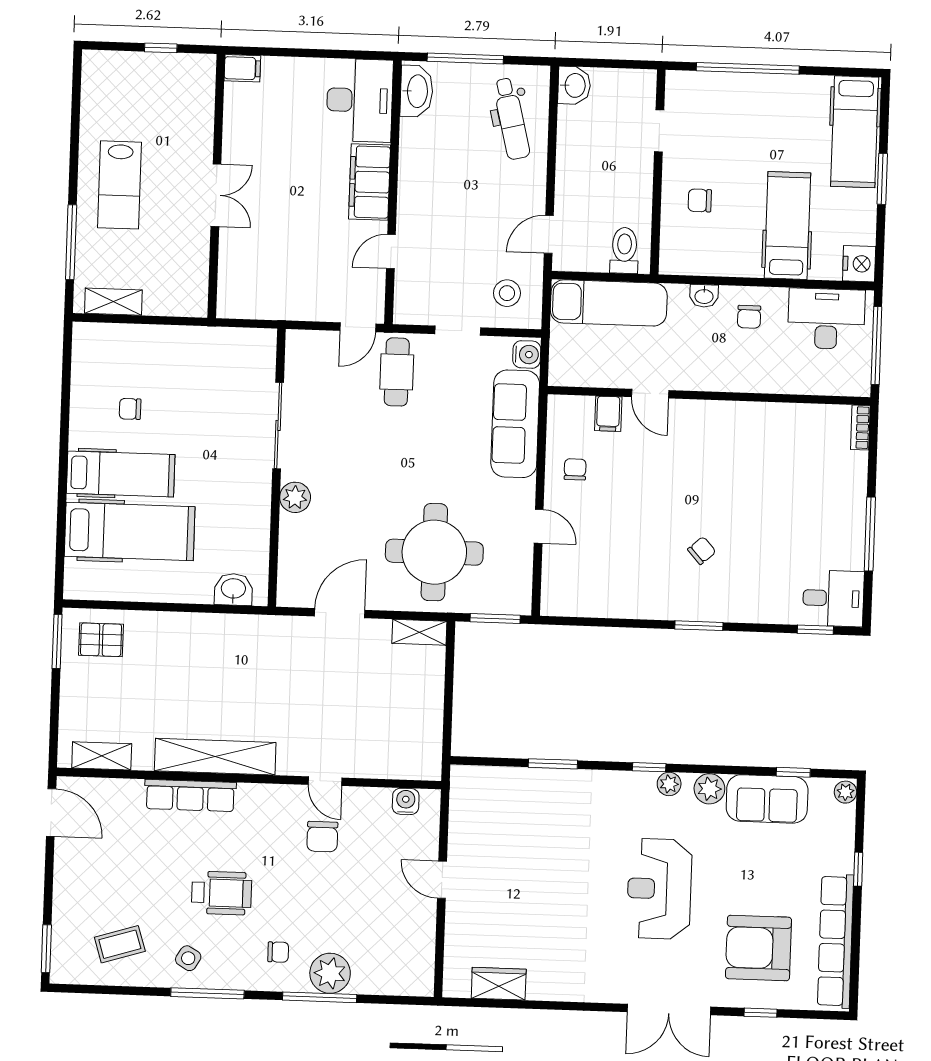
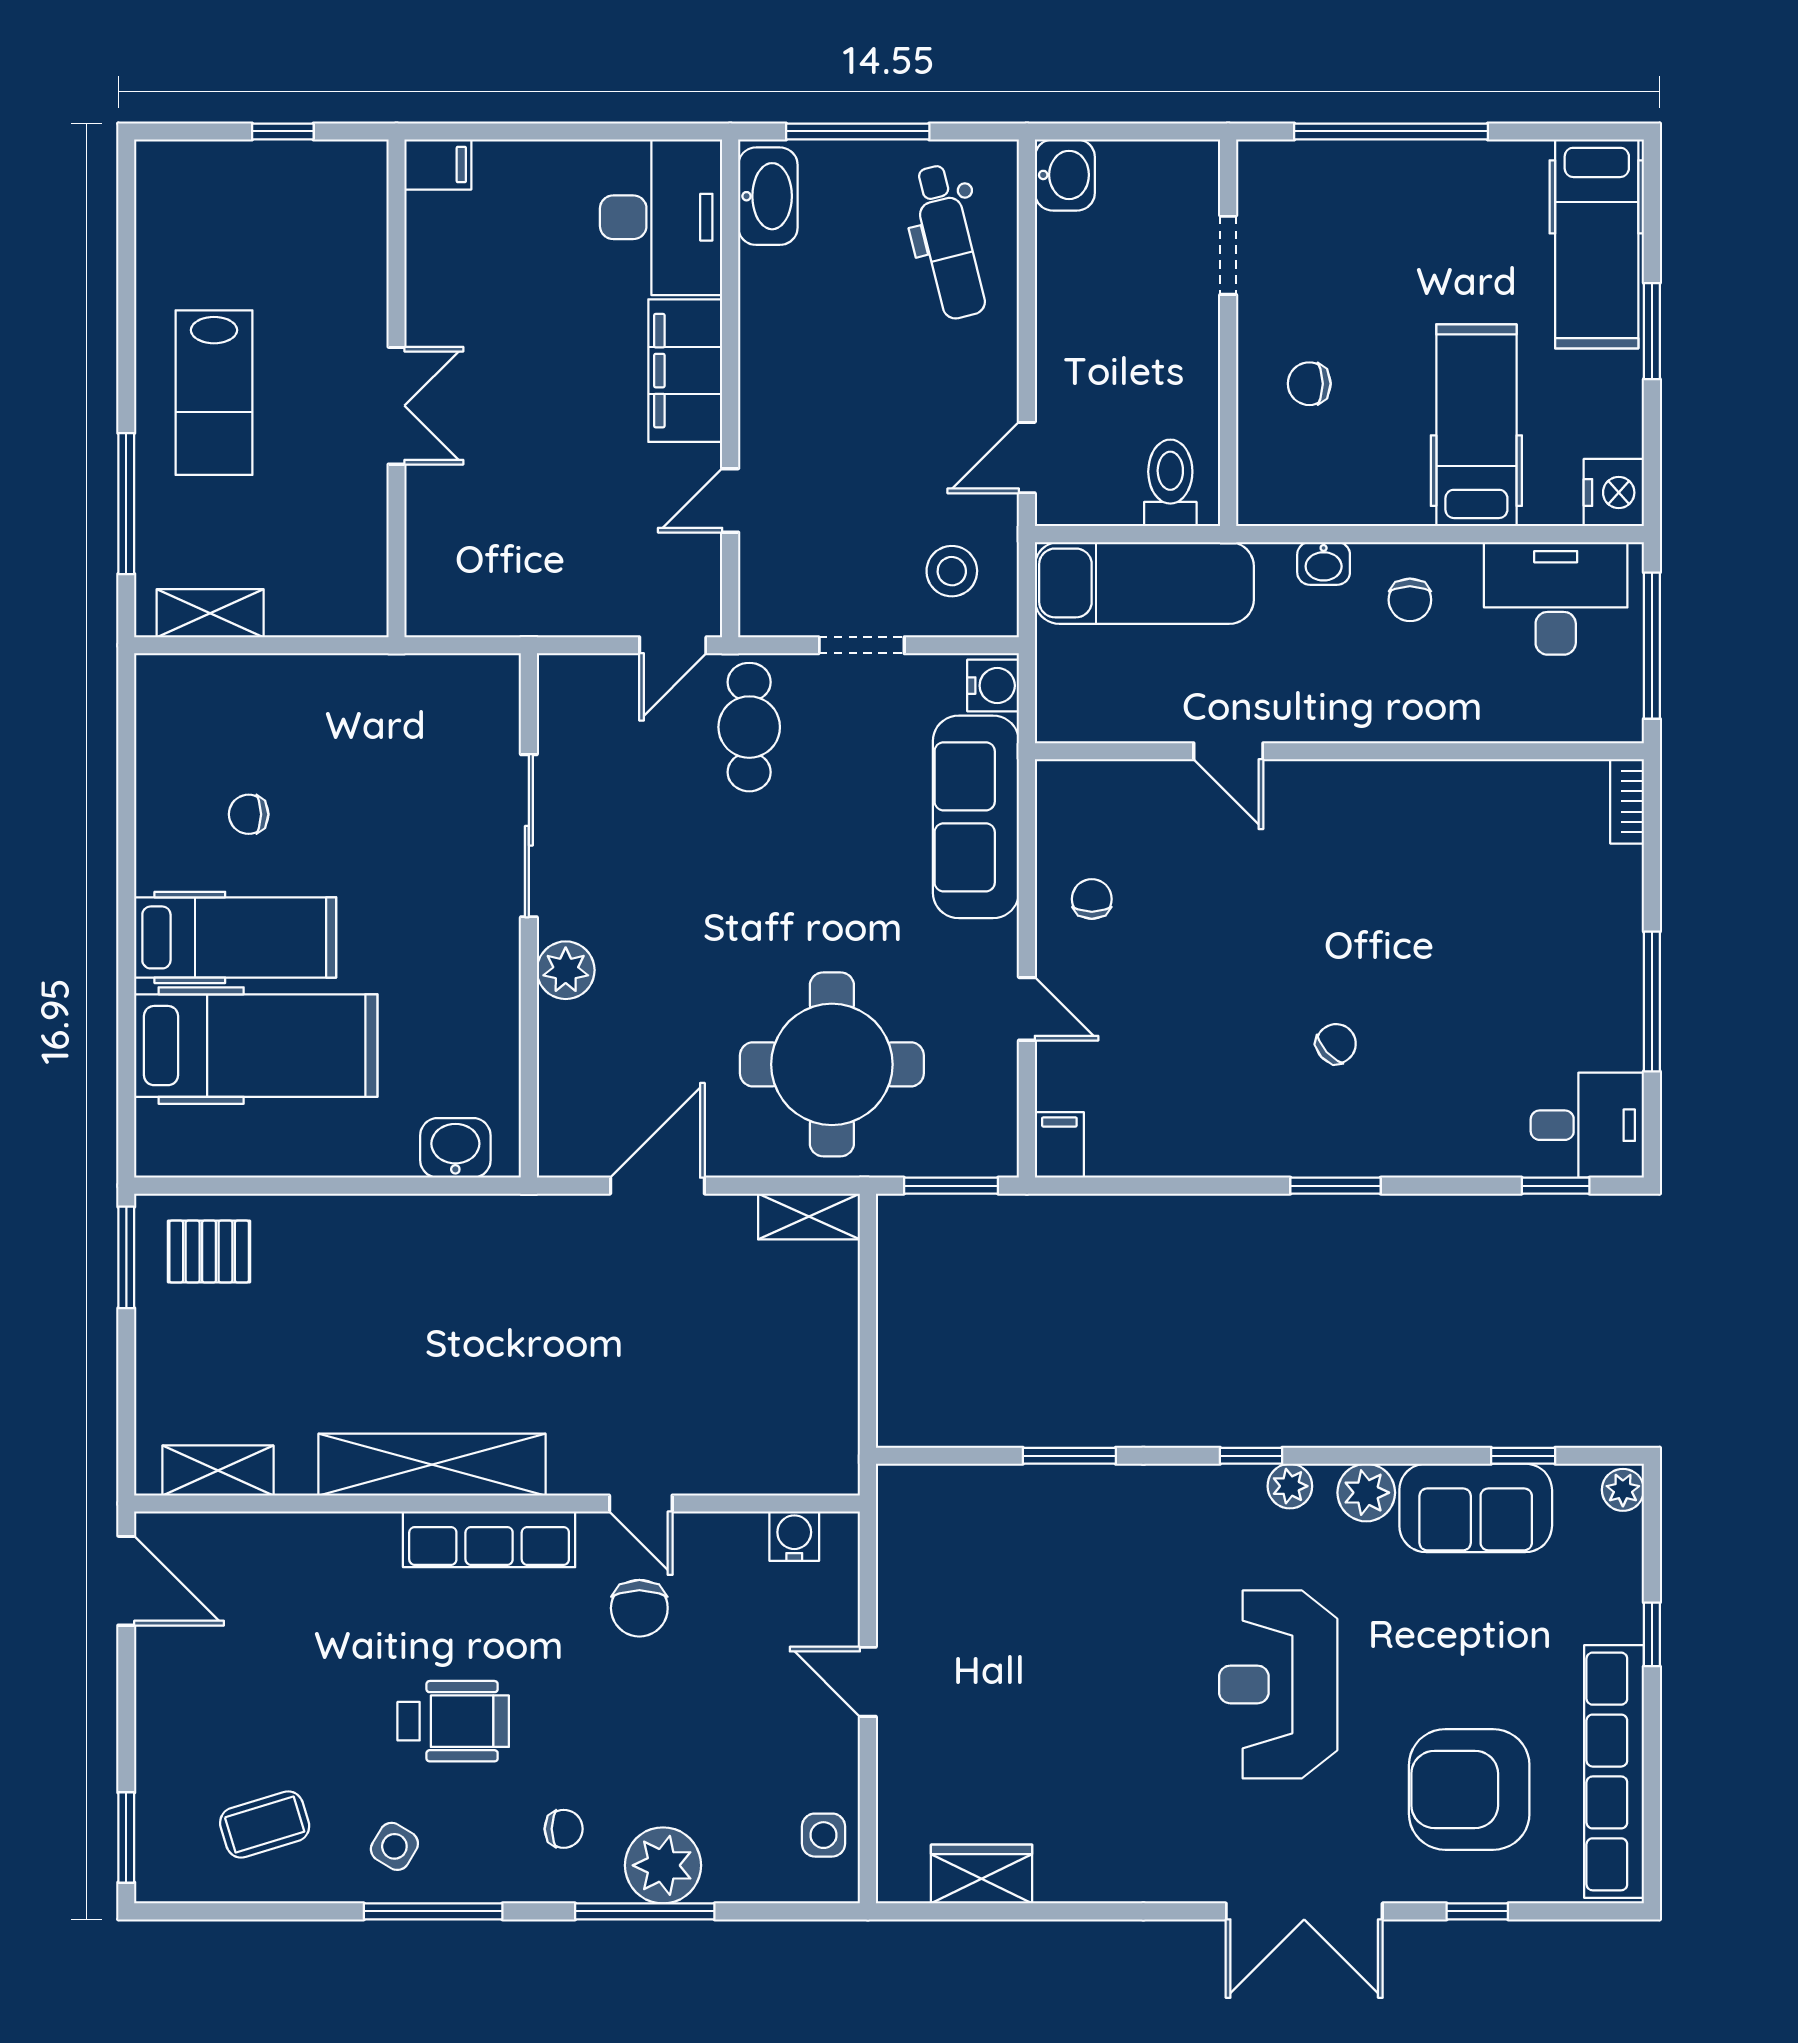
filing cabinet: (608, 414) -> (1059, 1145), moved, turned 180
row of seats: (190, 795) -> (489, 1539), moved
side table: (416, 960) -> (823, 1835), added

